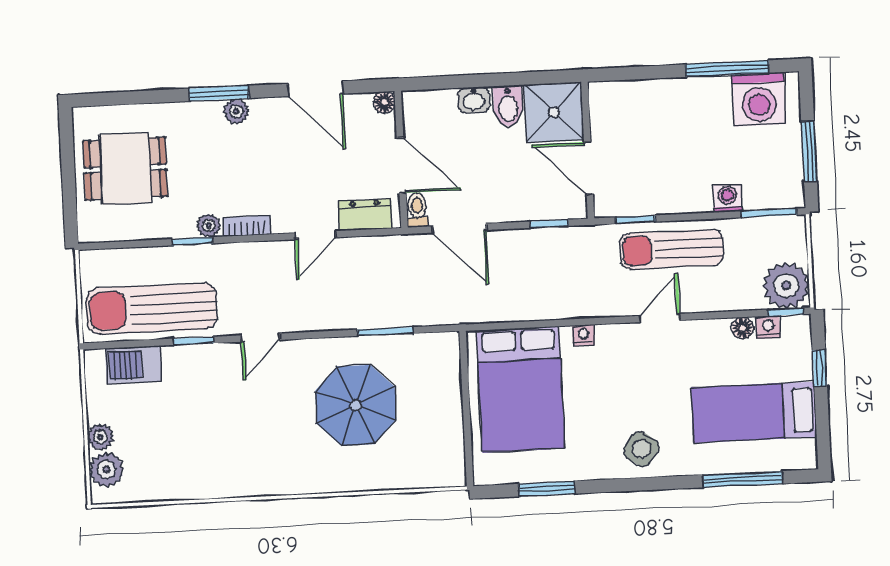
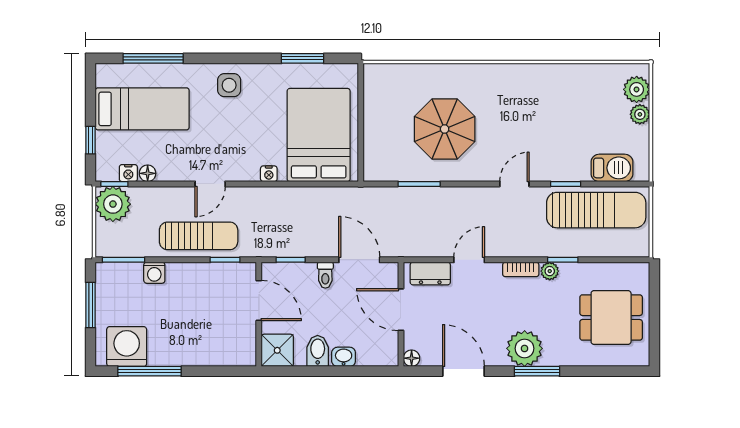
plant: (236, 111) -> (525, 348), width x1.87, depth x1.87
shower: (554, 112) -> (277, 350), width x0.73, depth x0.73
toilet: (417, 210) -> (325, 275), moved
side table: (641, 449) -> (229, 85), turned -38

